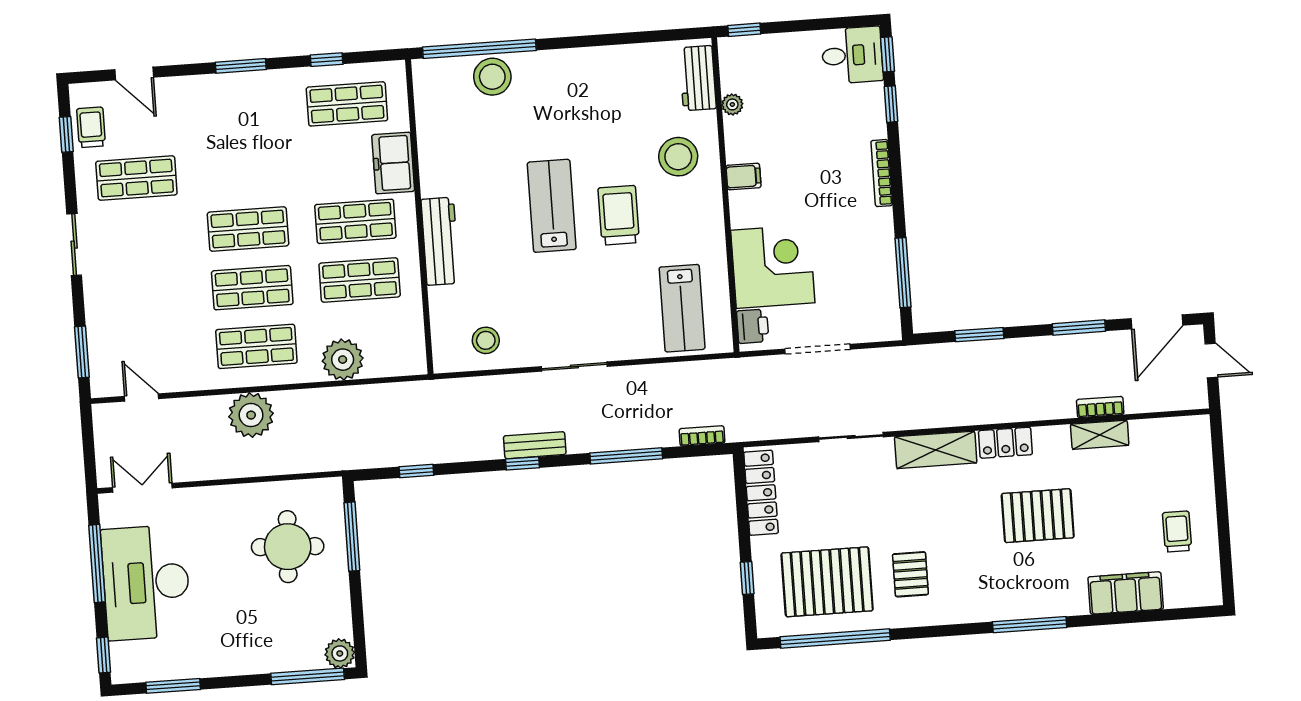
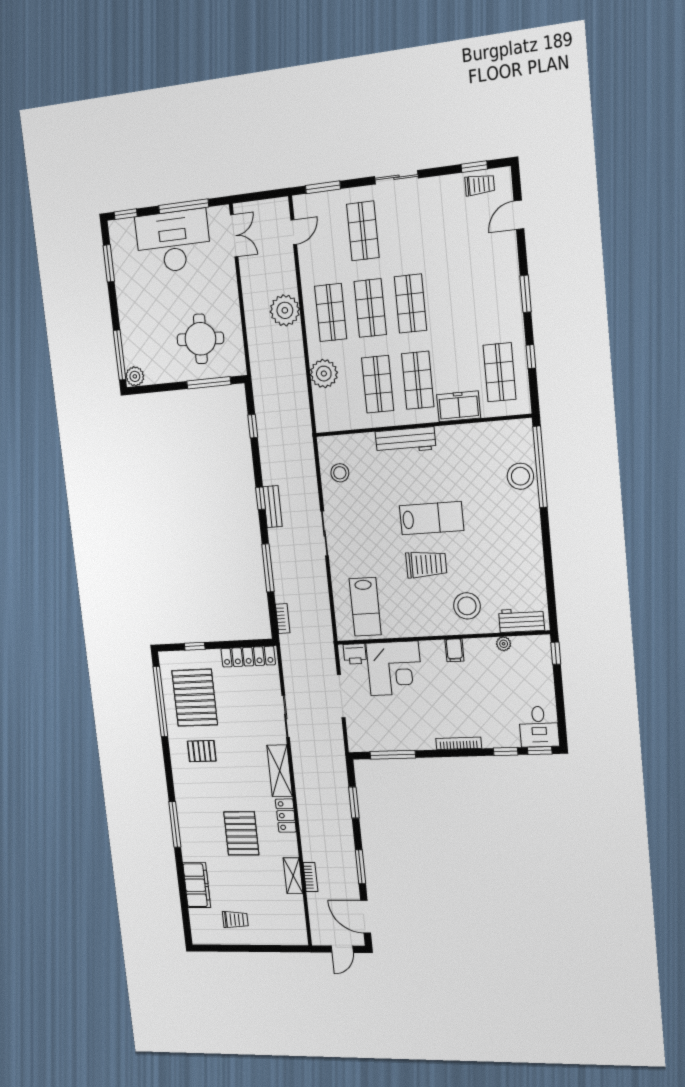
shop shelf: (136, 178) -> (363, 231), moved
lab bench: (682, 308) -> (365, 607), turned -90

